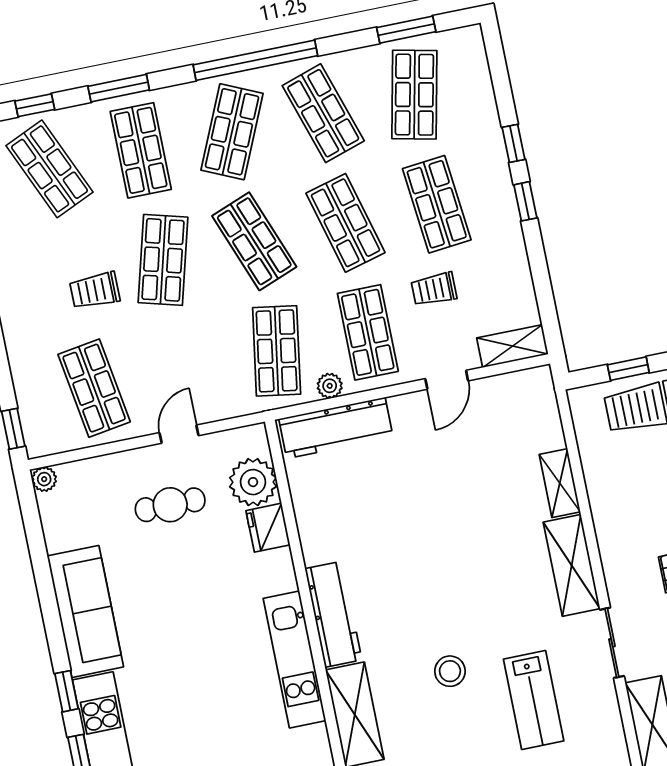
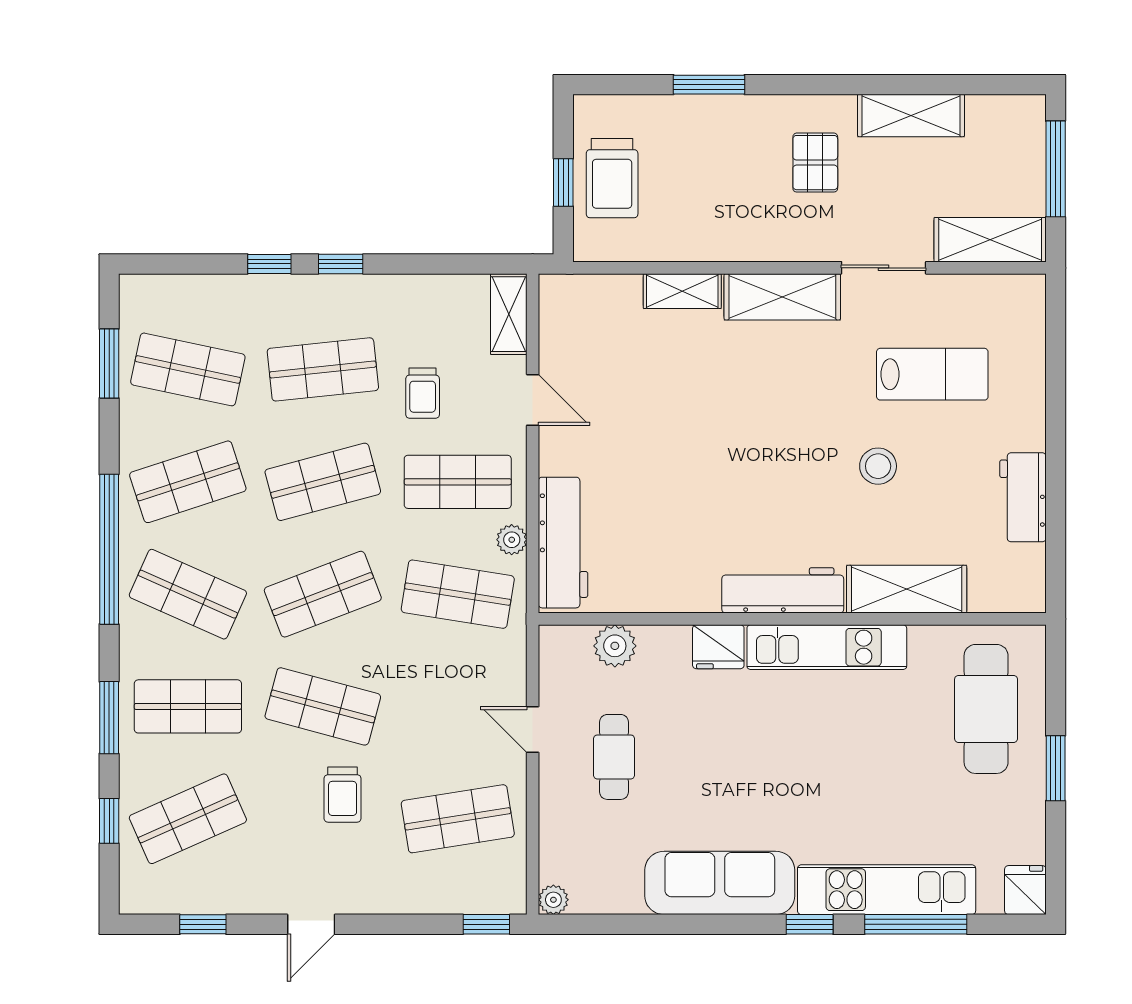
plant: (253, 482) -> (615, 646), width x0.73, depth x0.73
fridge: (268, 528) -> (718, 647), moved

